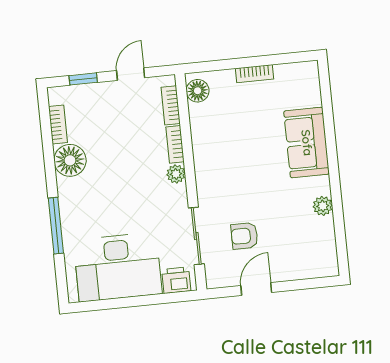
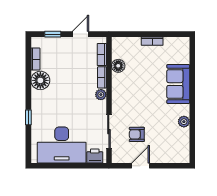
floor lamp: (198, 91) -> (118, 66), moved
window: (56, 226) -> (28, 117), width x0.46

